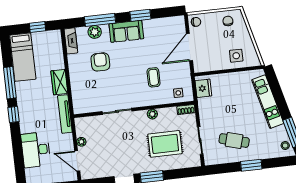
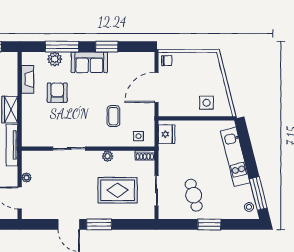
chair: (228, 21) -> (202, 64), removed
fireplace: (71, 41) -> (27, 79), moved
cafe table: (234, 141) -> (194, 195), turned 59

